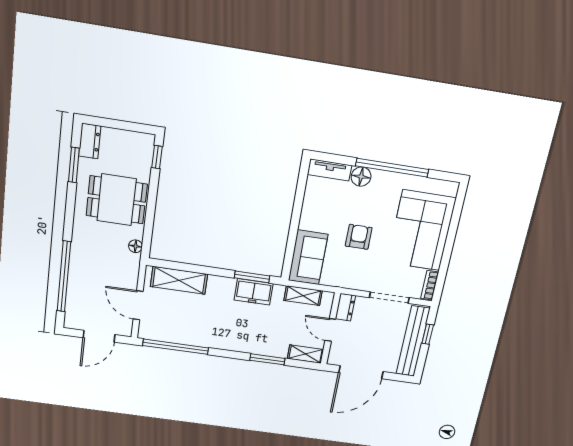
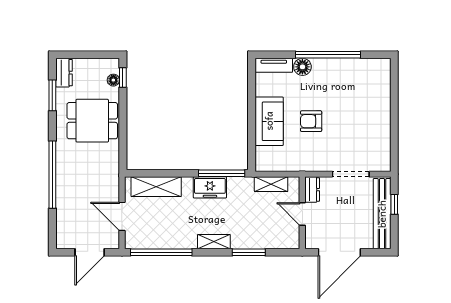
corner sofa: (421, 231) -> (366, 107), removed
armchair: (359, 237) -> (311, 121), turned -90
floor lamp: (135, 246) -> (113, 80), moved
sofa: (308, 257) -> (269, 121), moved
window: (64, 277) -> (52, 175), moved
window: (252, 277) -> (222, 173), width x1.44
bookcase: (430, 285) -> (385, 157), removed
freezer: (254, 292) -> (210, 187), moved
shelving: (306, 354) -> (214, 242), moved

